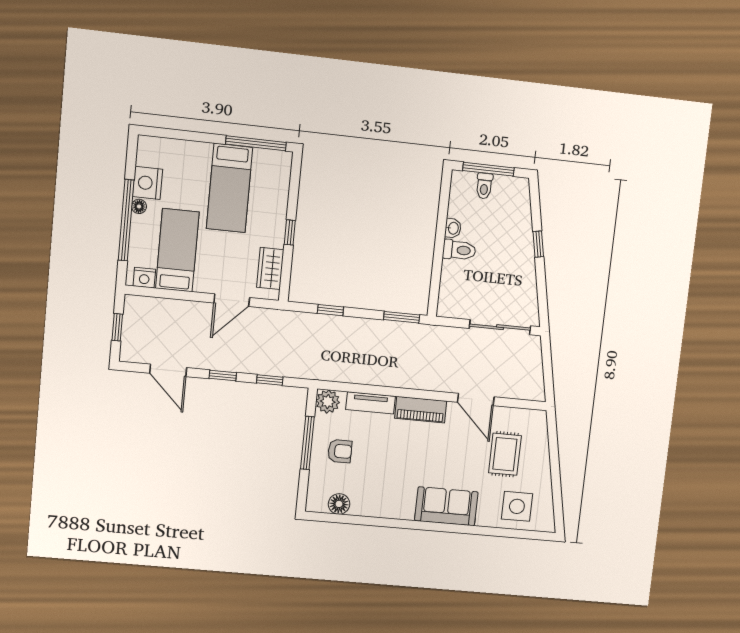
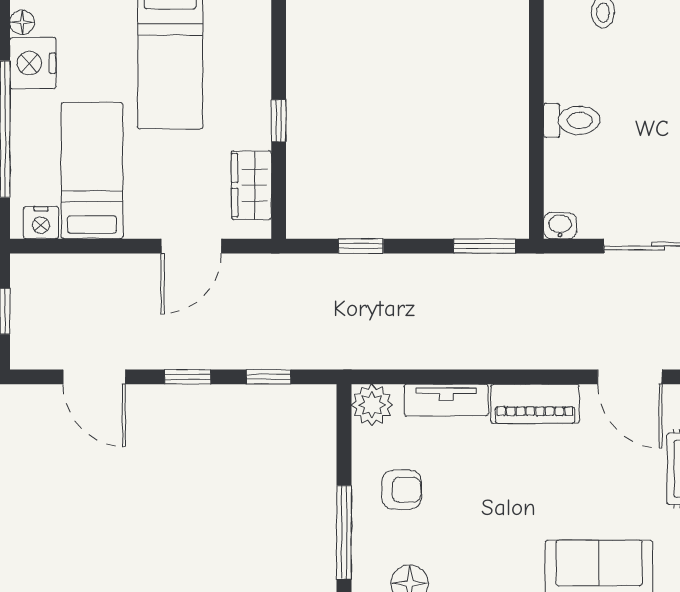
floor lamp: (139, 206) -> (22, 22), moved
washbasin: (453, 228) -> (560, 226), moved, turned -90
window: (307, 443) -> (344, 532), moved

